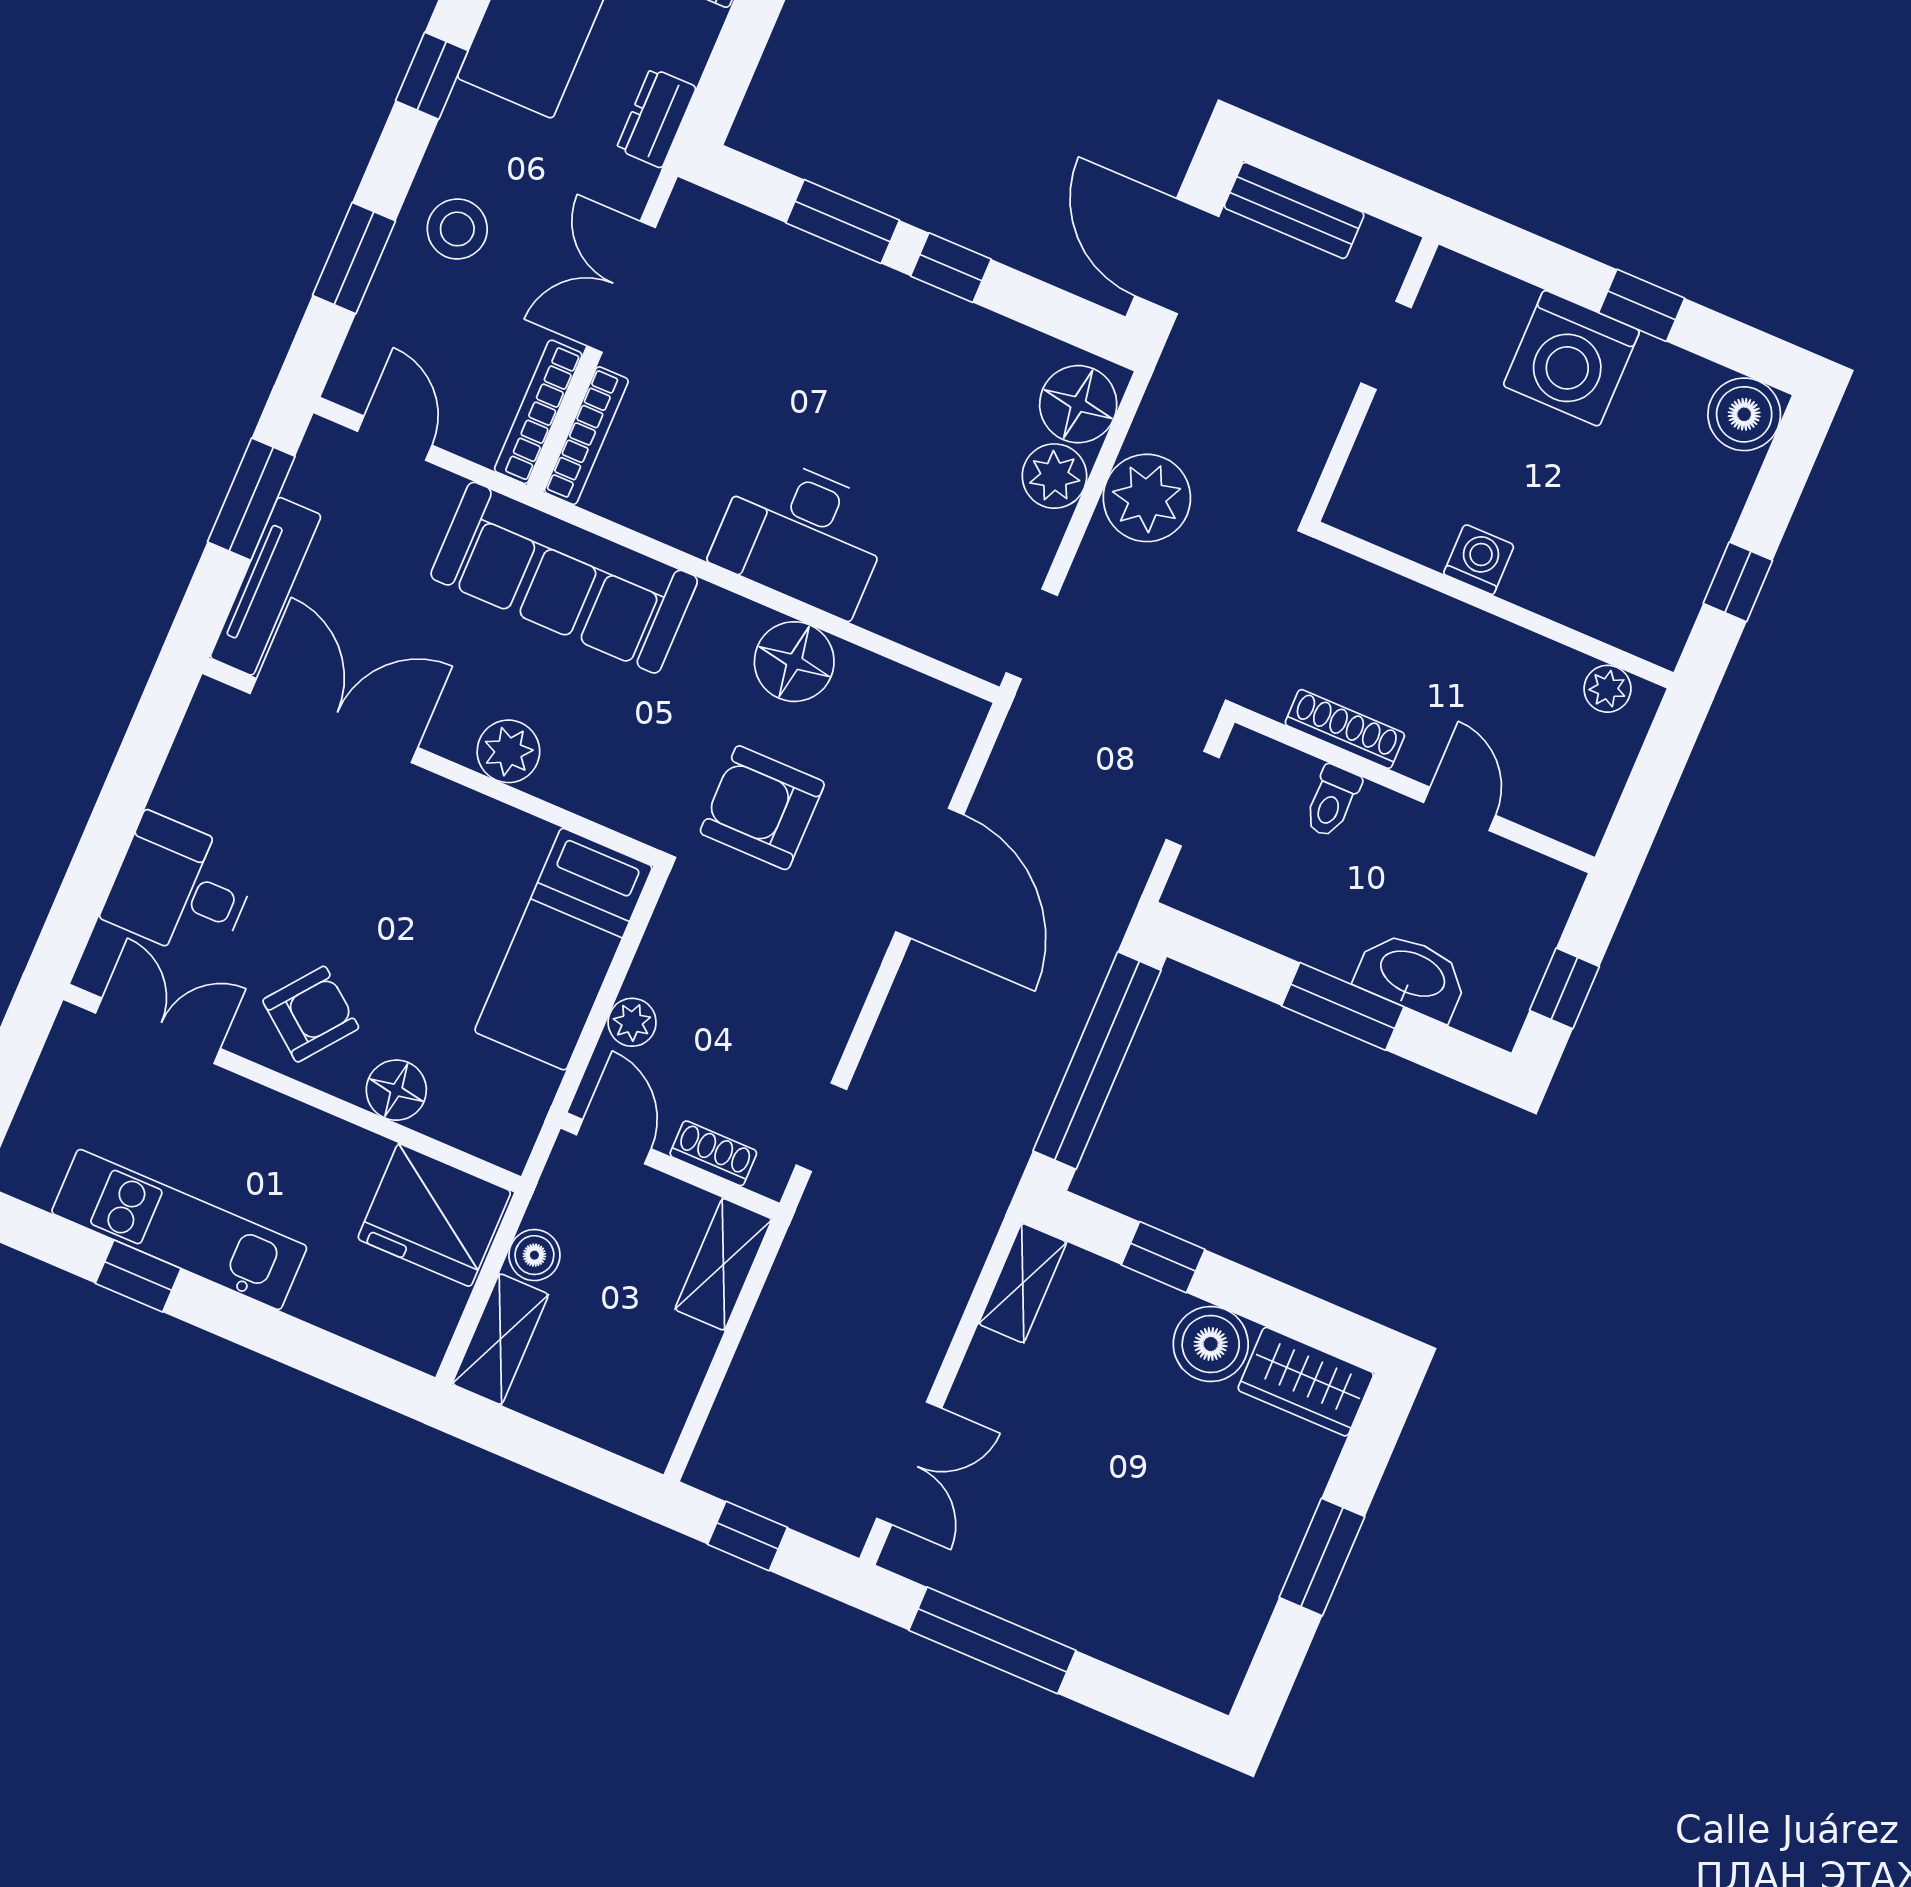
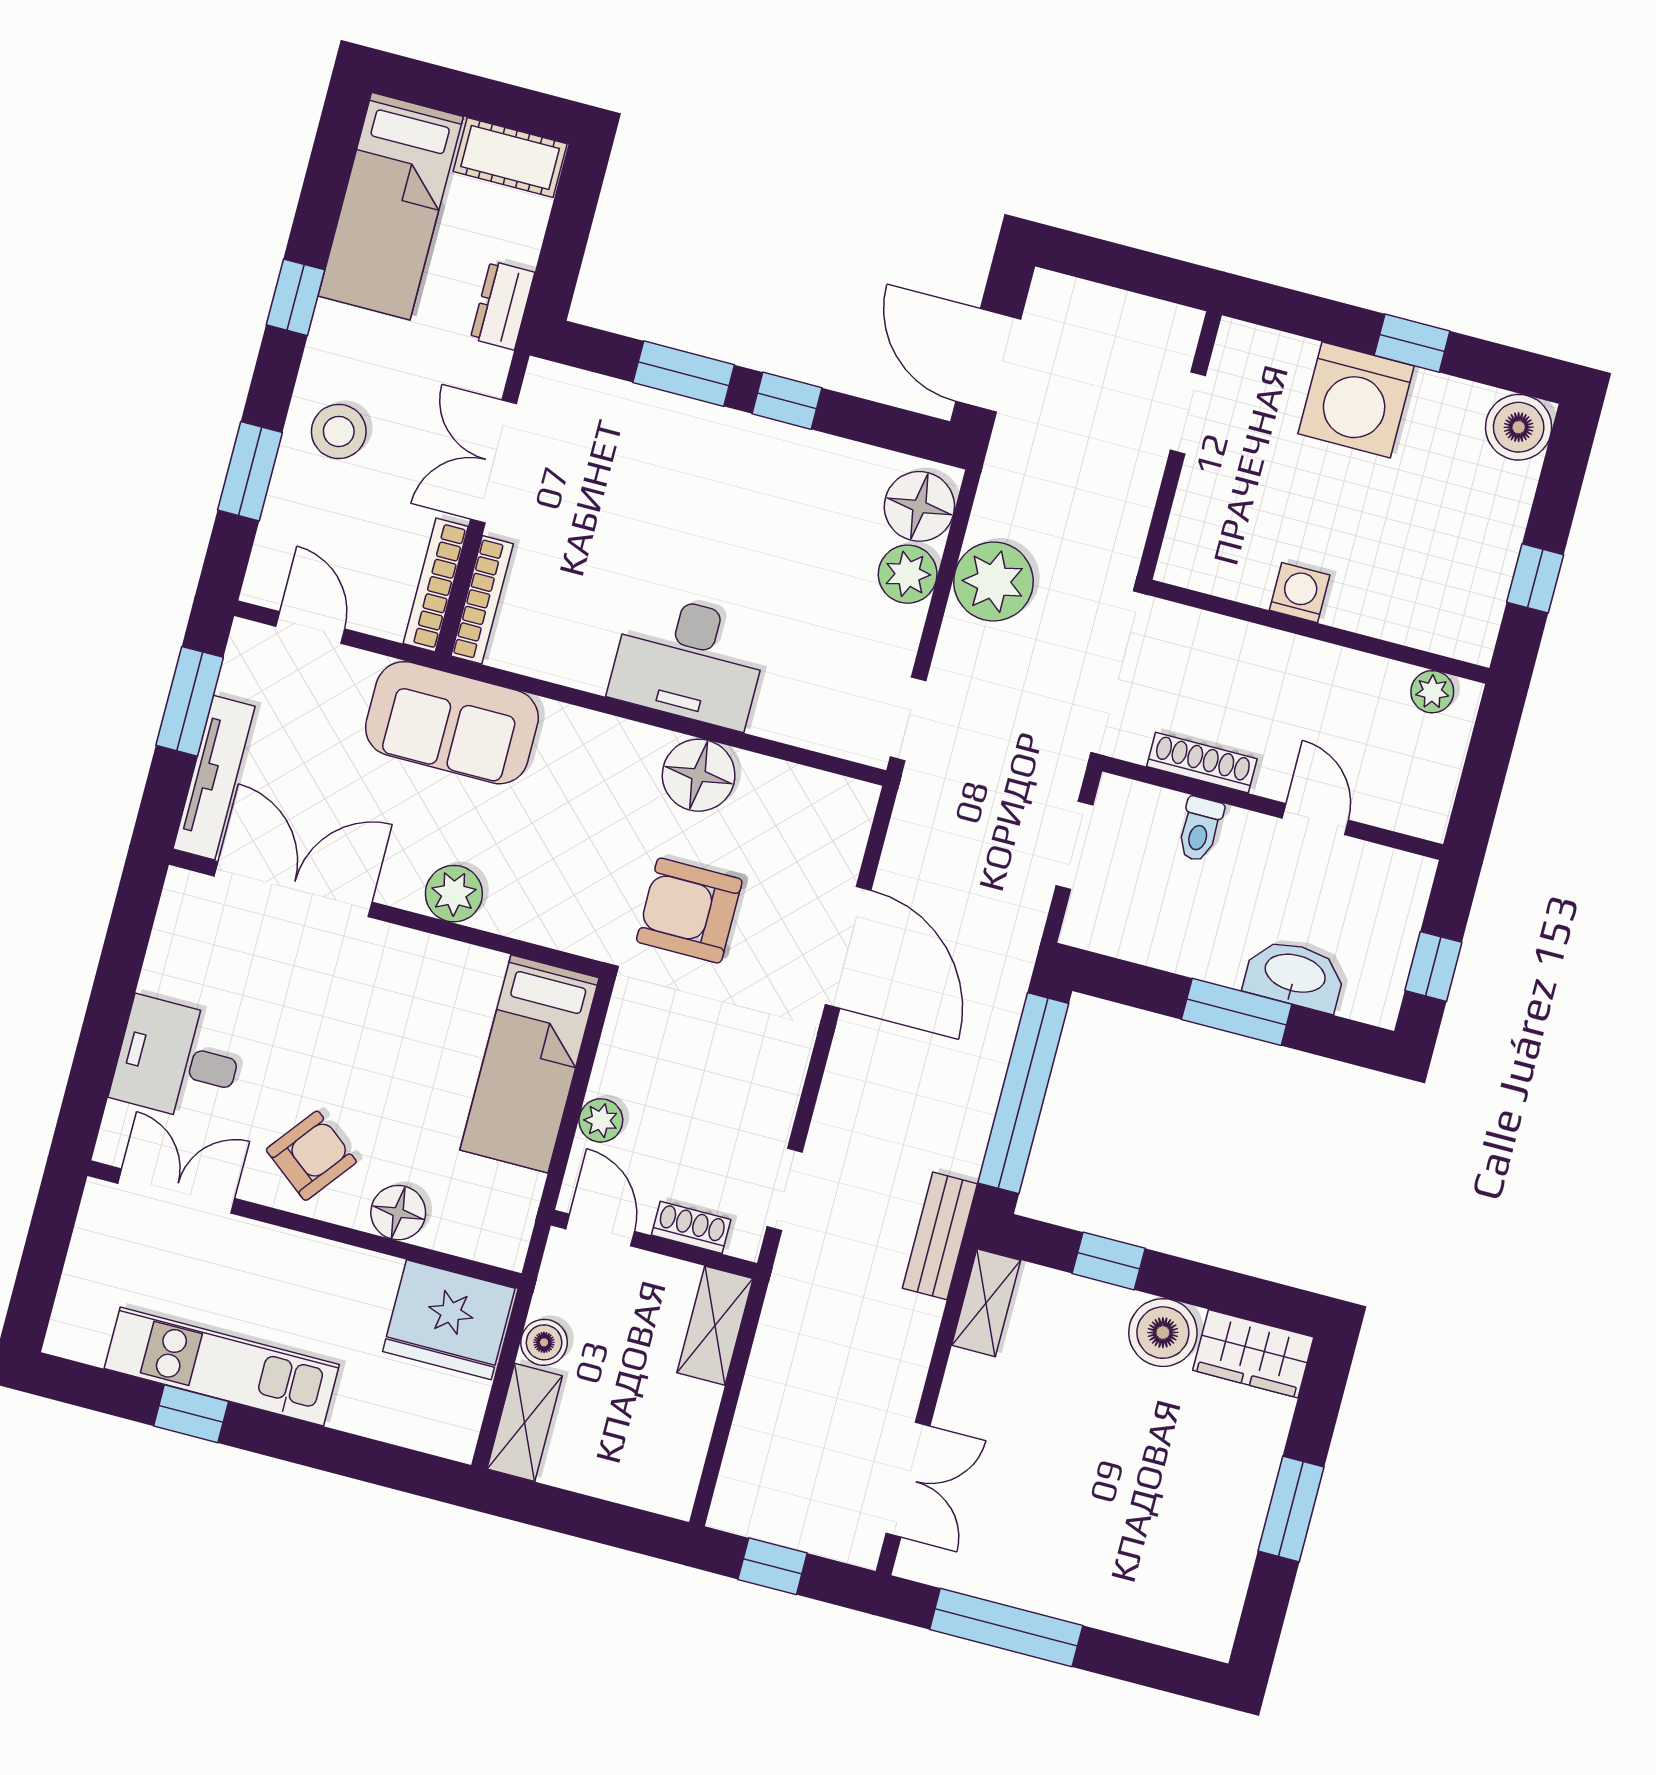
bench: (1294, 210) -> (940, 1236), moved, turned 90
sofa: (564, 578) -> (452, 723), width x0.73

